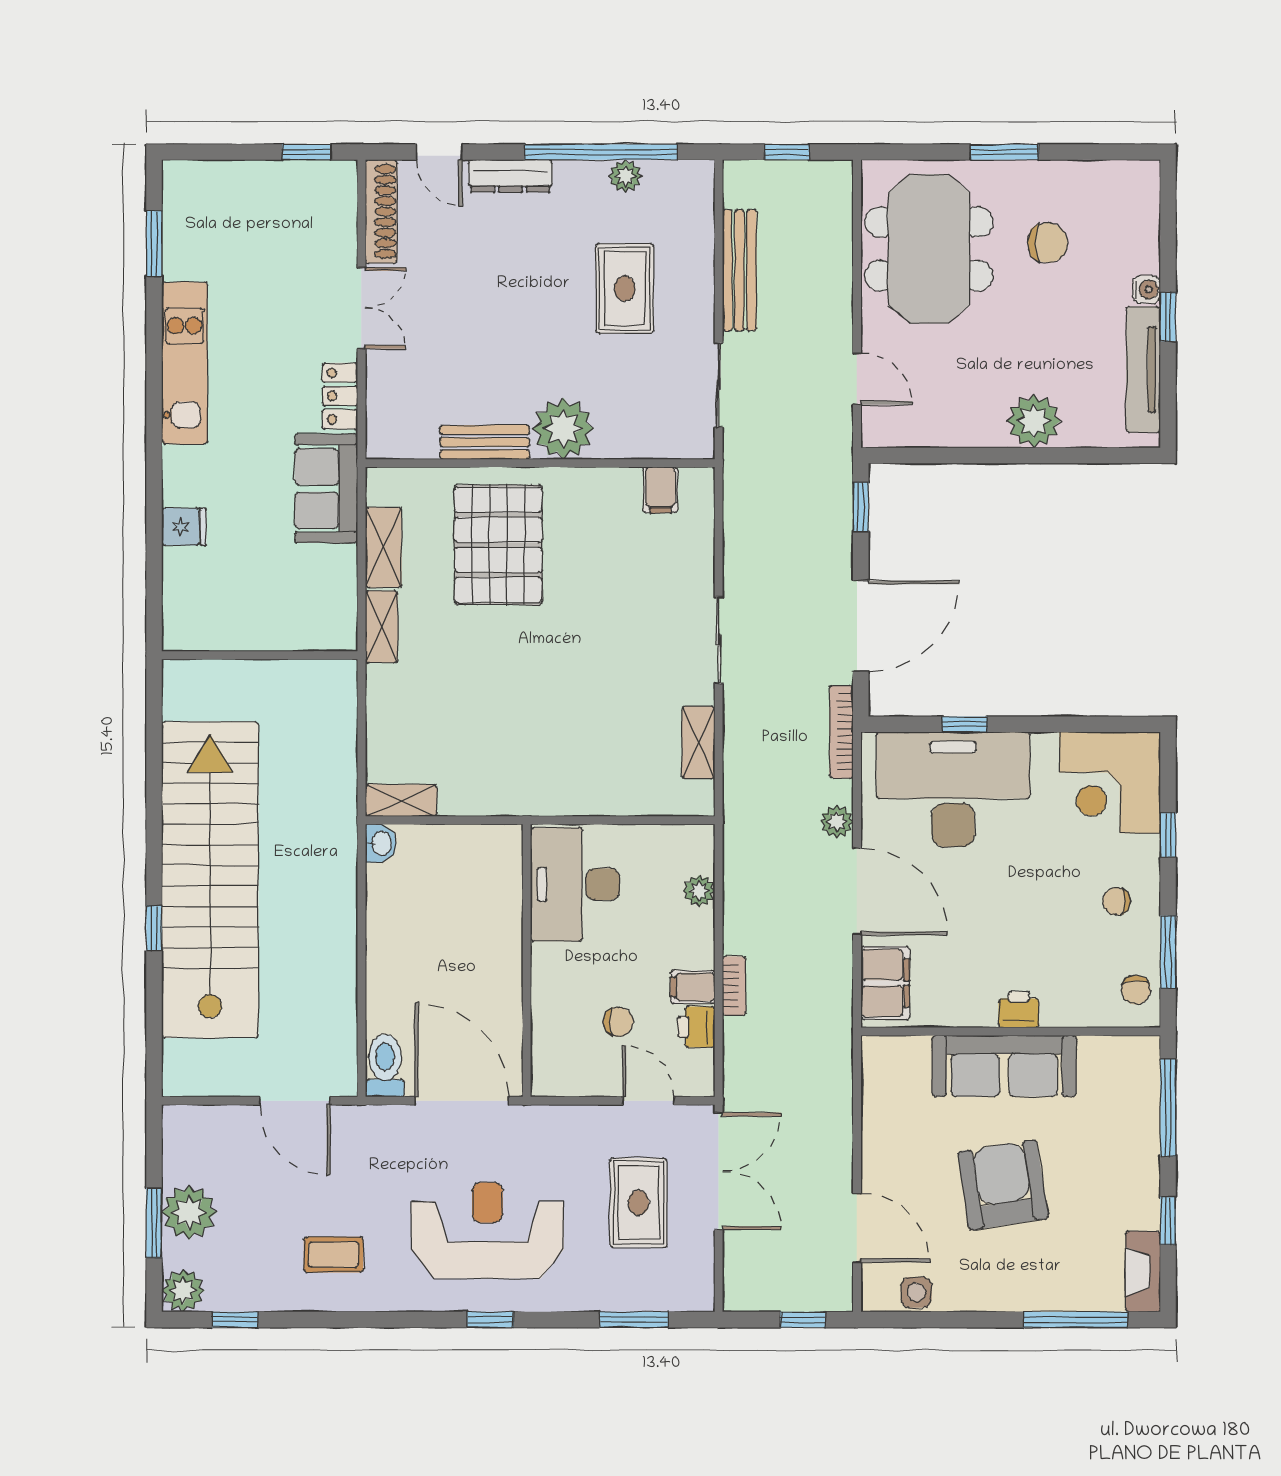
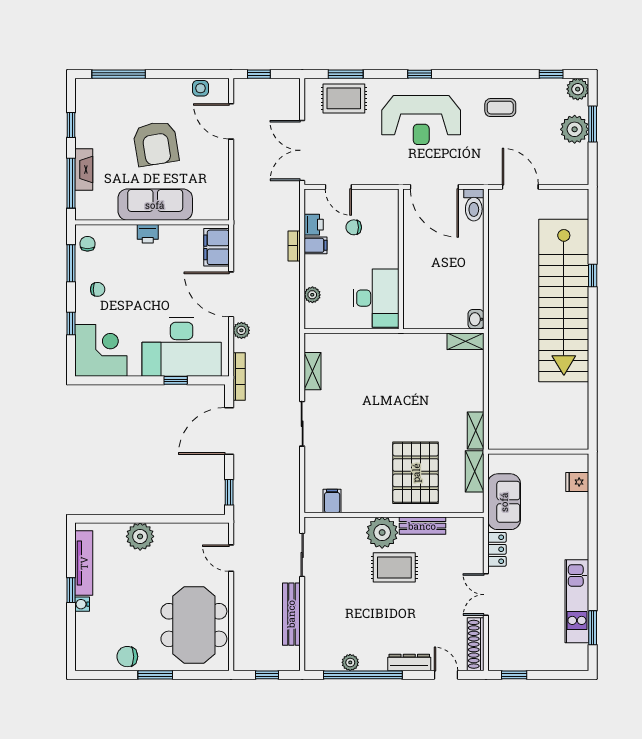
chair: (1048, 243) -> (127, 657), moved
rug: (625, 288) -> (394, 567), moved, turned 90
kitchen unit: (185, 363) -> (577, 601), moved
wall: (260, 655) -> (538, 452), moved
rug: (639, 1203) -> (344, 98), moved, turned 90
fireplace: (1143, 1272) -> (84, 170), moved

